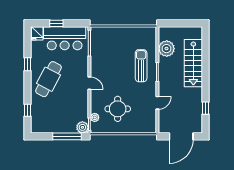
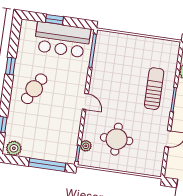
fridge: (37, 33) -> (28, 29), removed
cafe table: (48, 79) -> (34, 89), width x0.73, depth x0.74
plant: (82, 127) -> (14, 148), moved

